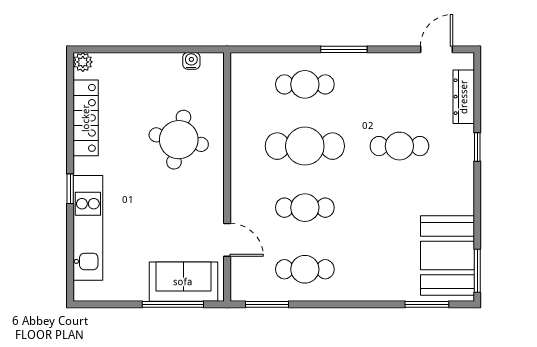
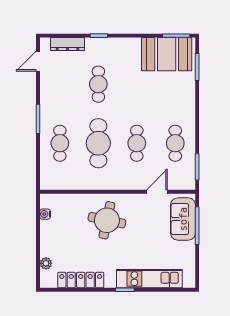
door: (436, 49) -> (38, 61), hinge flipped
plant: (83, 62) -> (46, 263), moved
round table: (179, 140) -> (107, 220), moved

